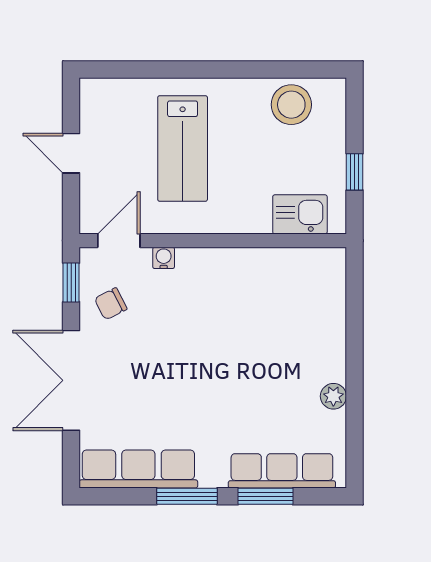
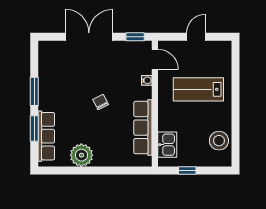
chair: (111, 304) -> (101, 102), moved
plant: (333, 396) -> (81, 155), width x1.88, depth x1.88
row of seats: (138, 469) -> (143, 128), moved, turned 180

